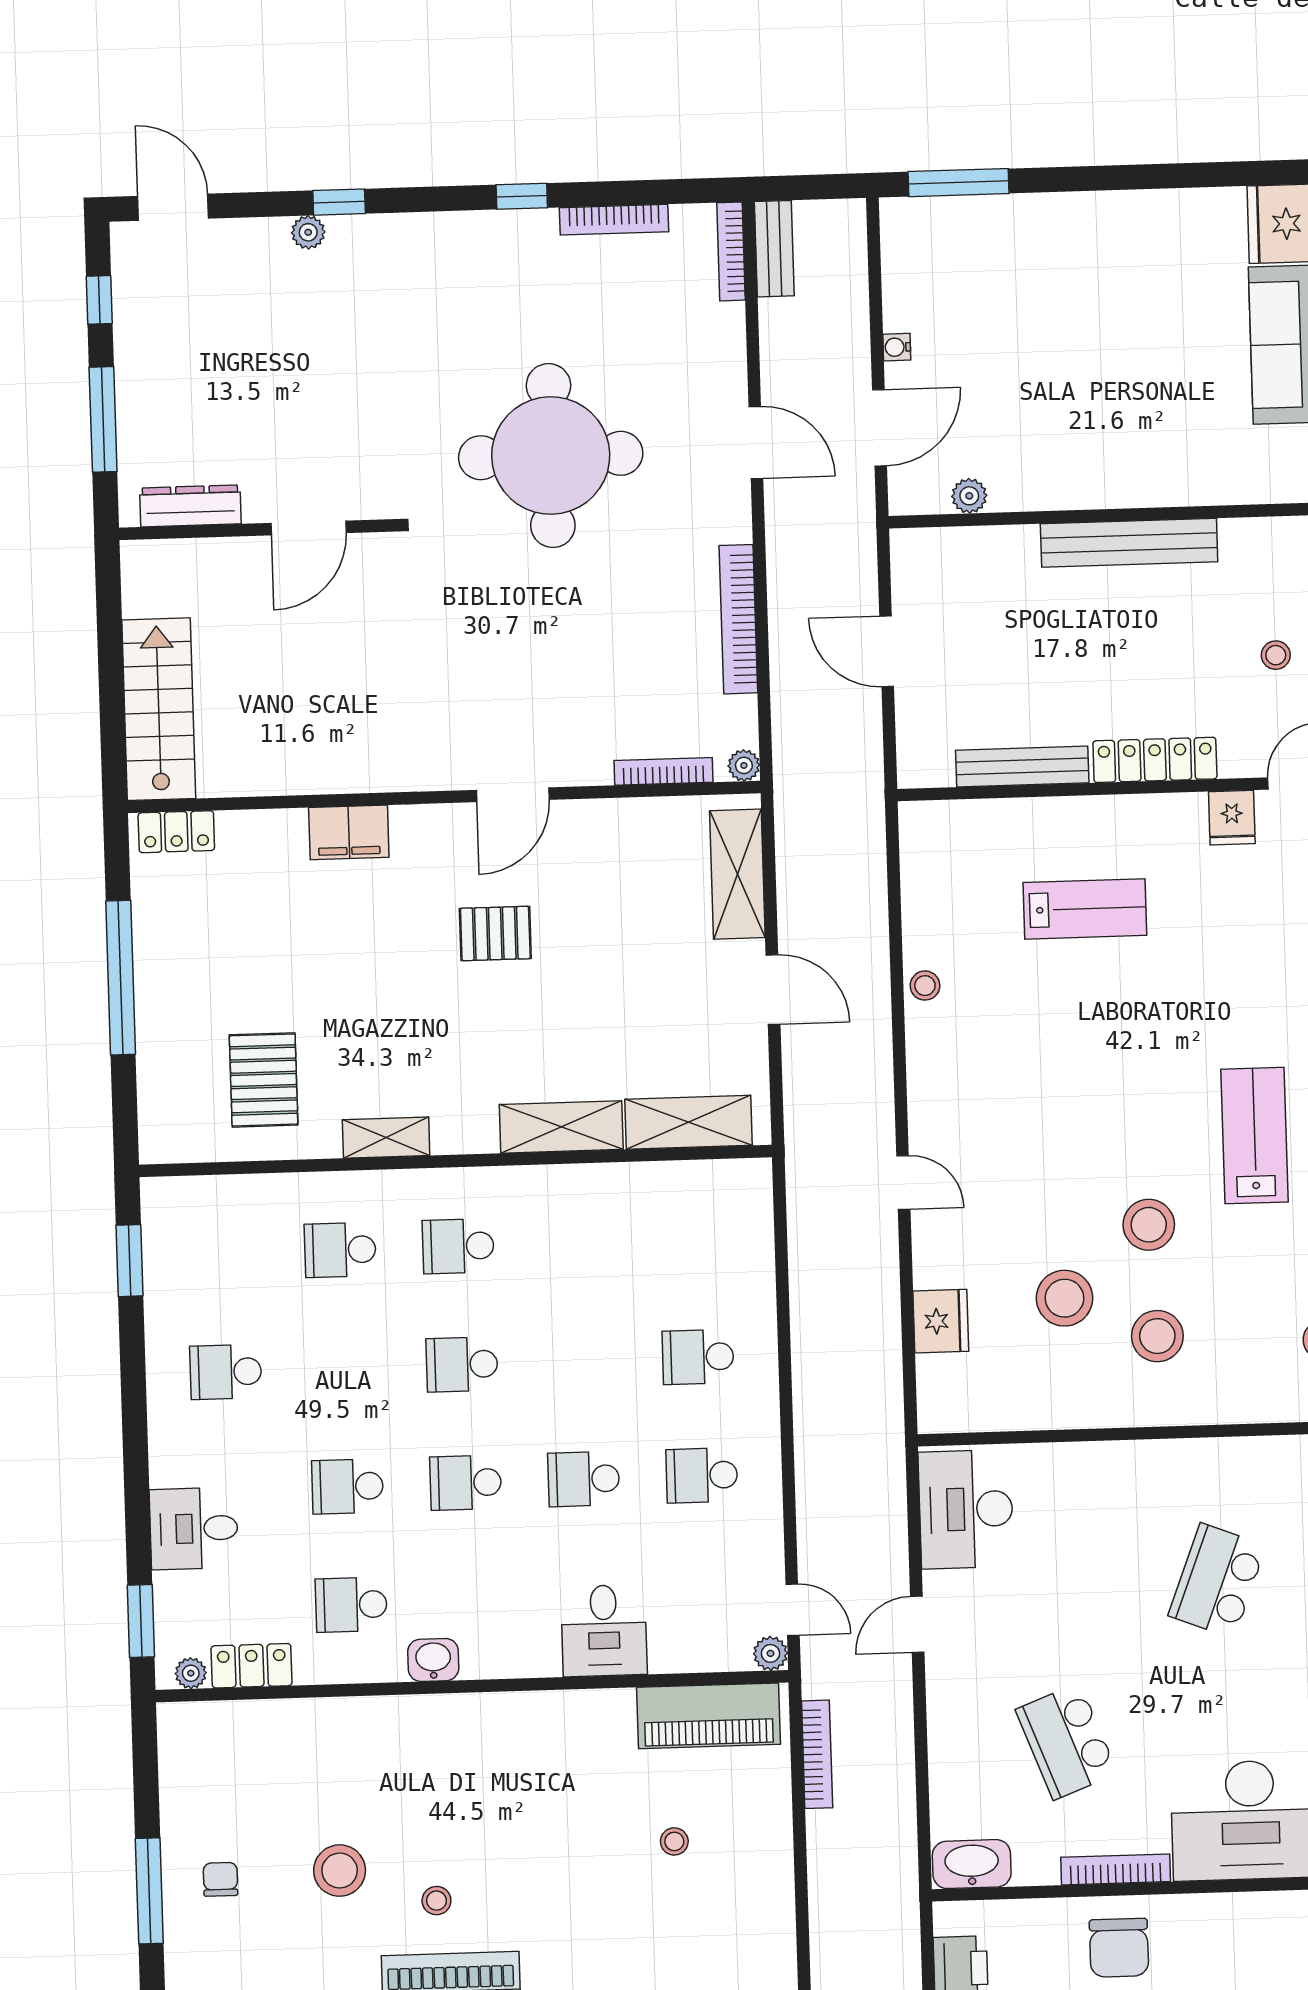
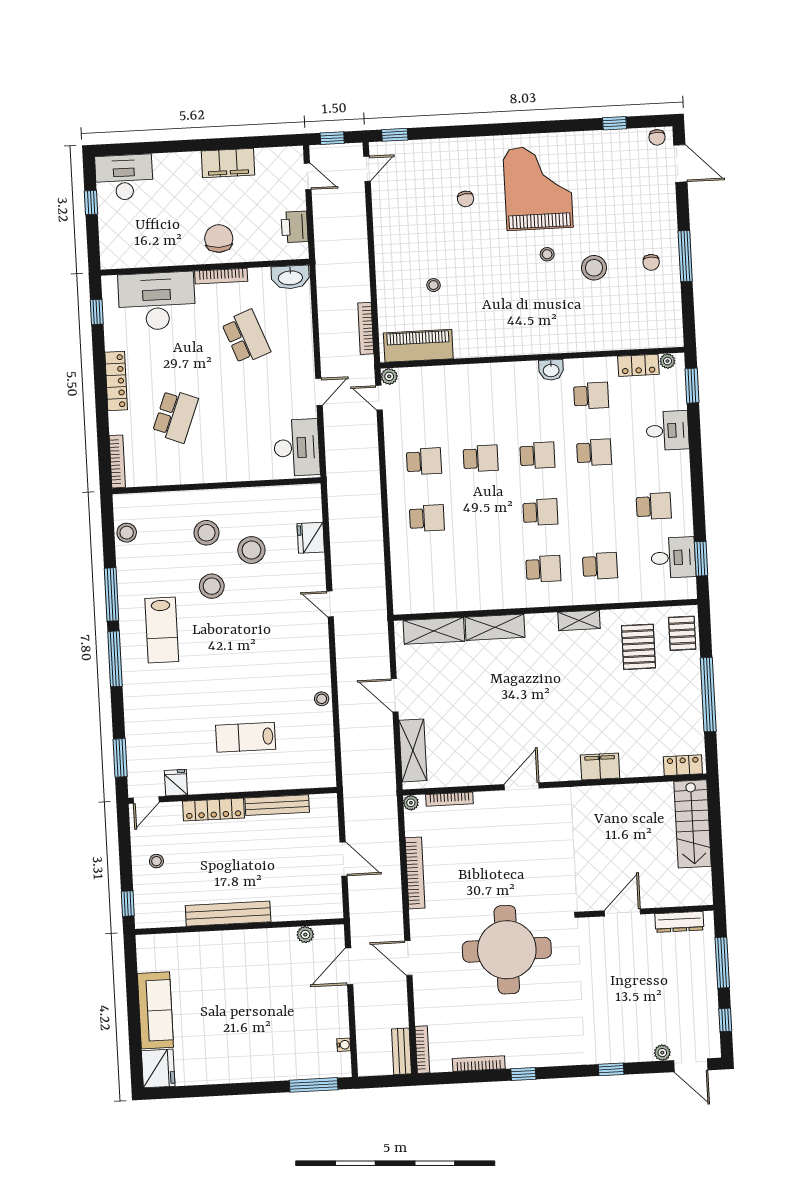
plant: (308, 232) -> (662, 1053), moved
water cooler: (897, 347) -> (344, 1045), moved
pallet: (495, 933) -> (682, 633), moved, turned 90
desk: (604, 1631) -> (673, 558), moved, turned 90

